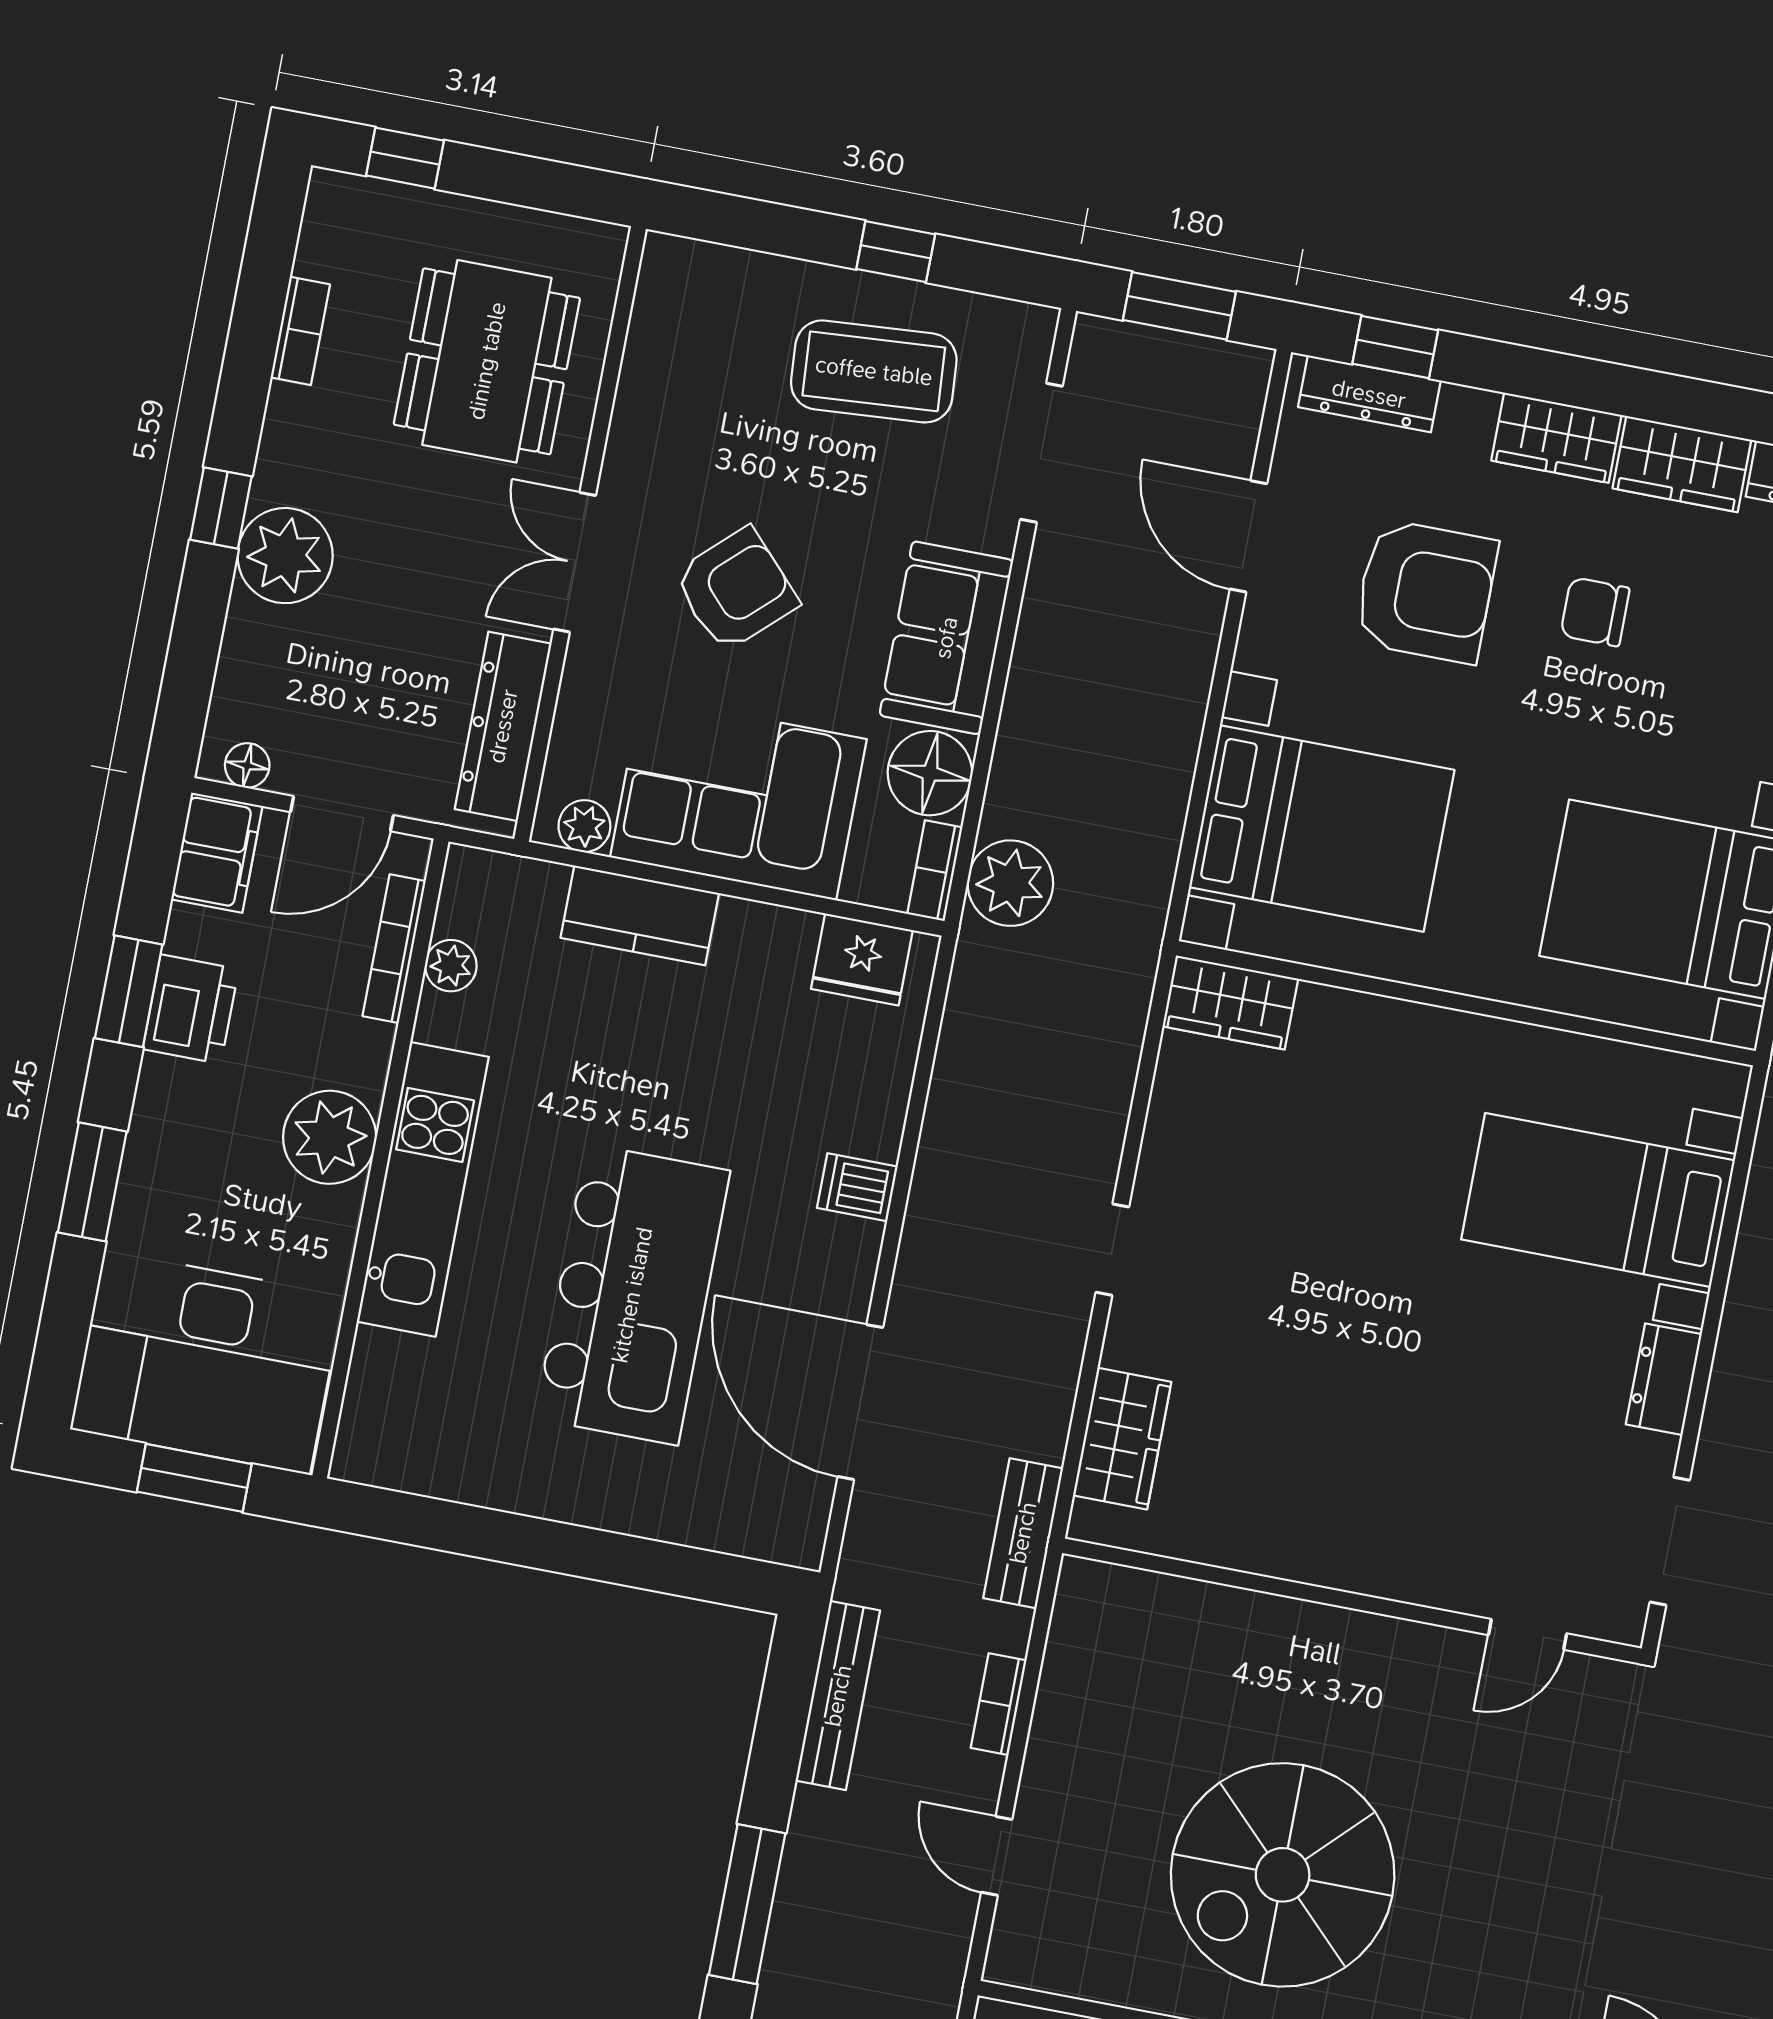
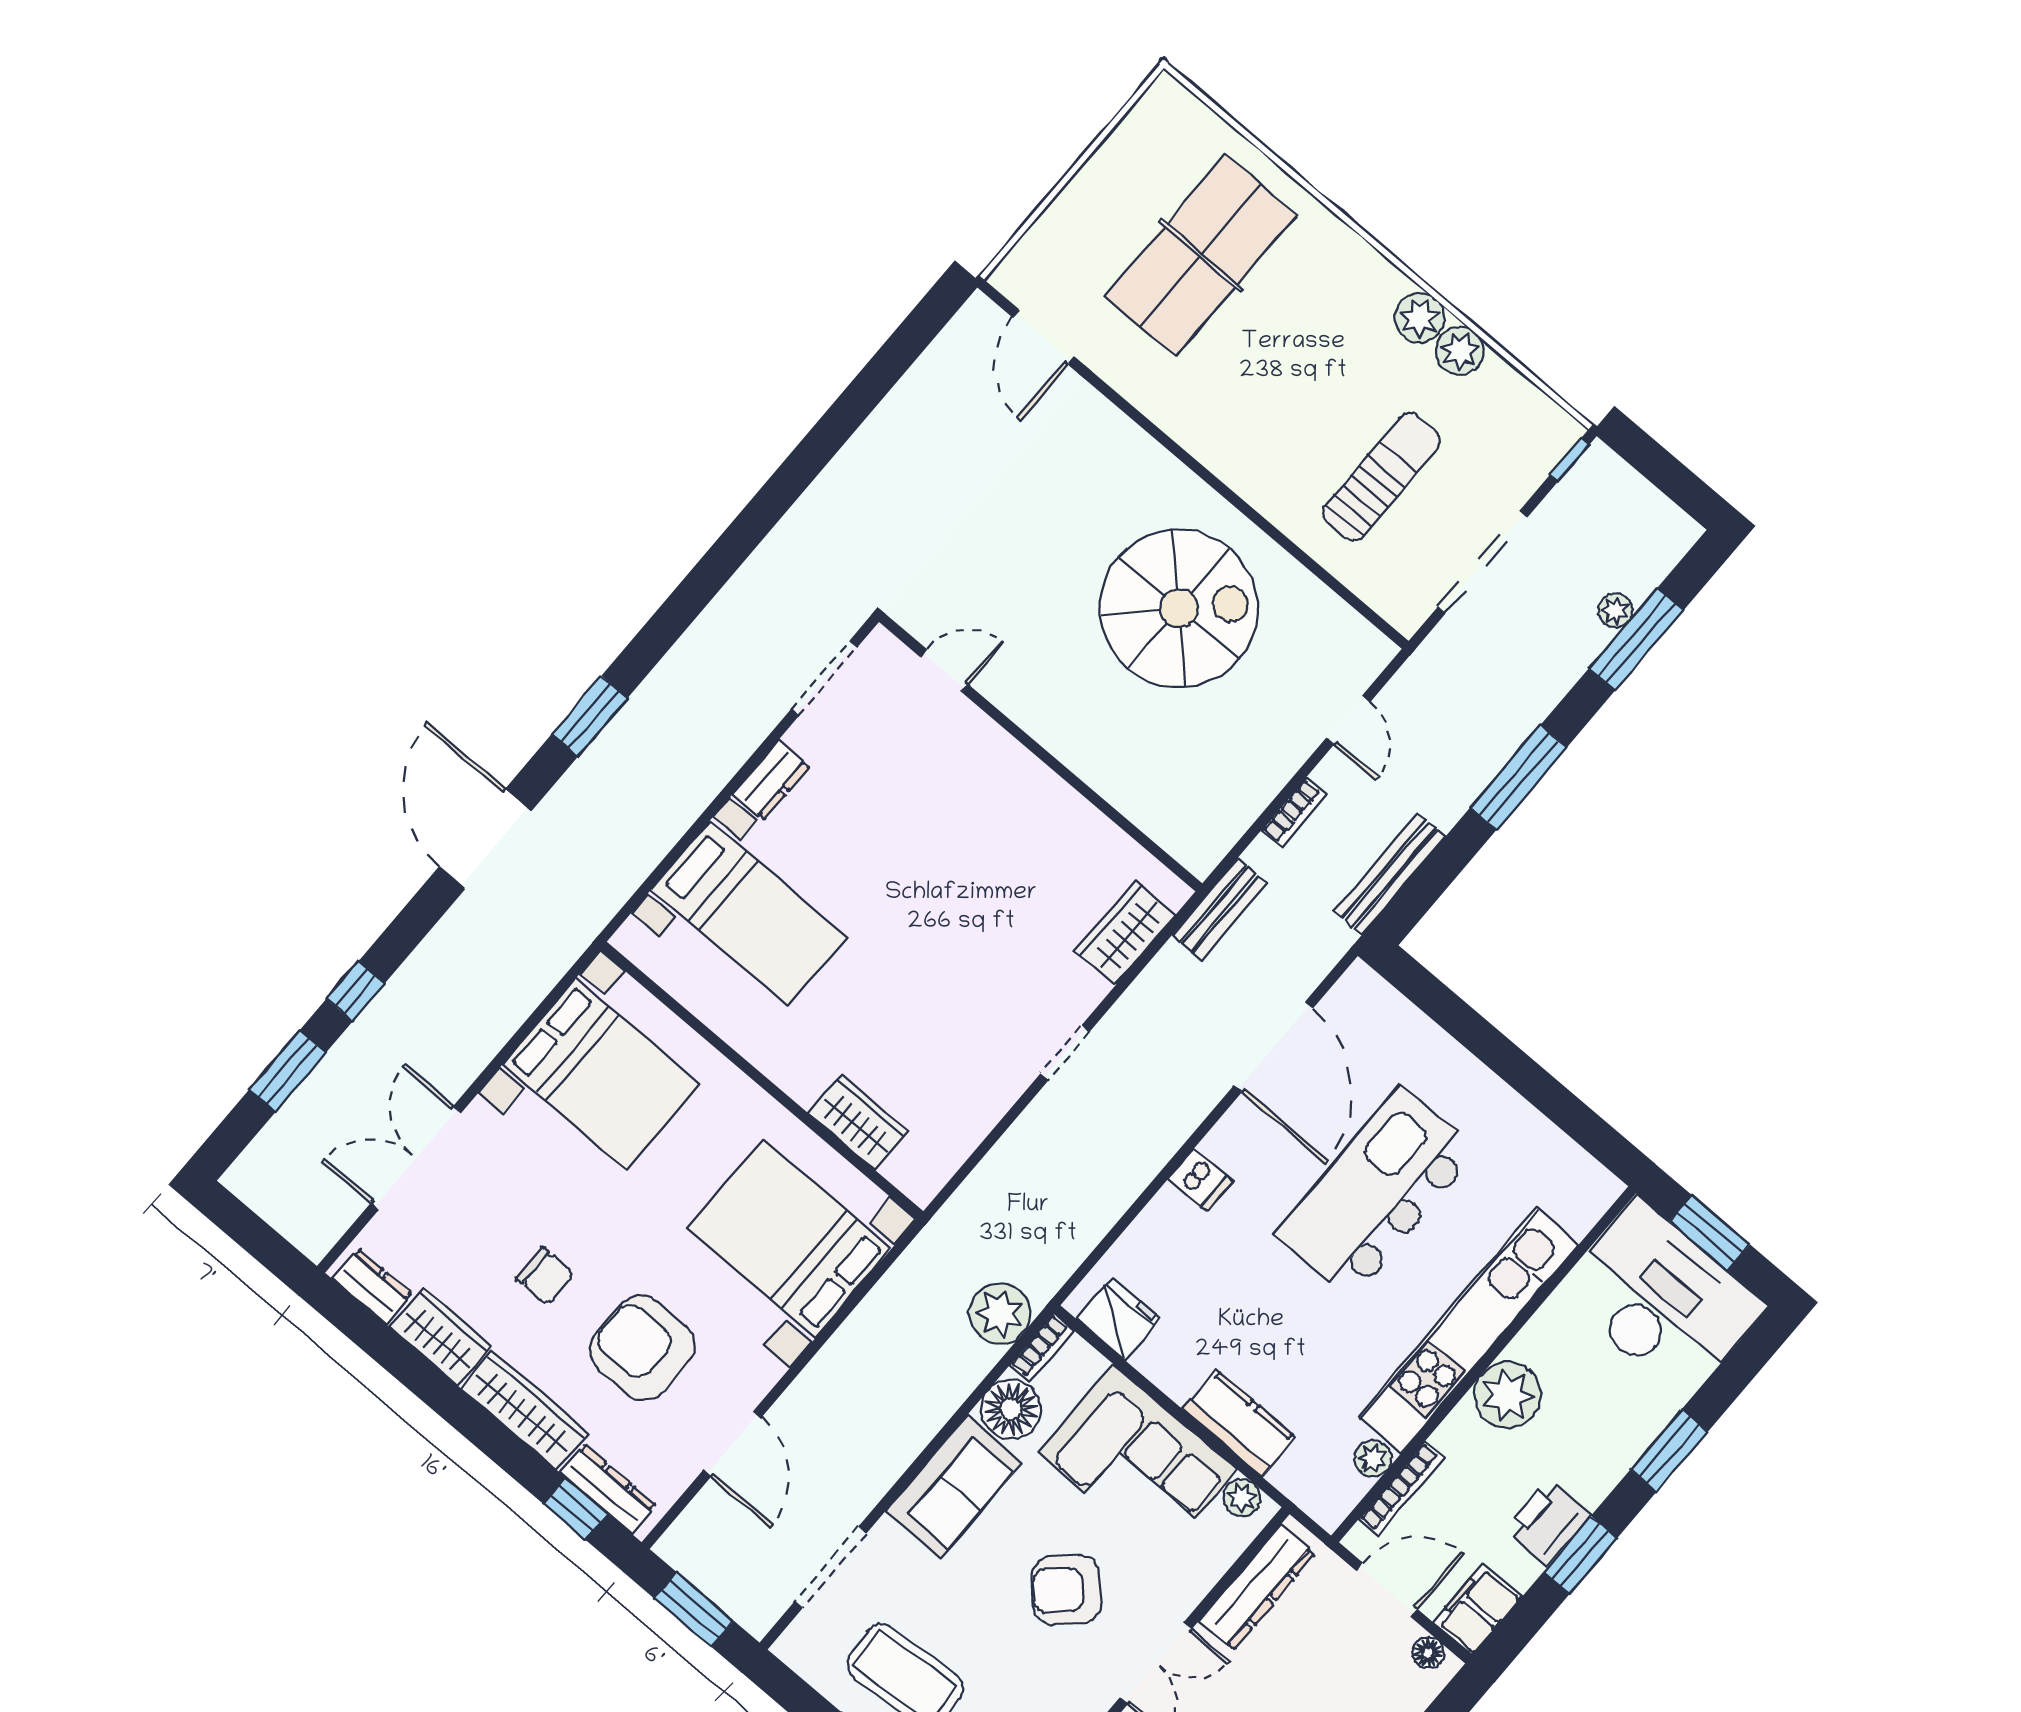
wardrobe: (1556, 438) -> (524, 1410), width x1.50
wardrobe: (1230, 1003) -> (858, 1122), moved
kitchen unit: (423, 1189) -> (1468, 1331), width x1.36

